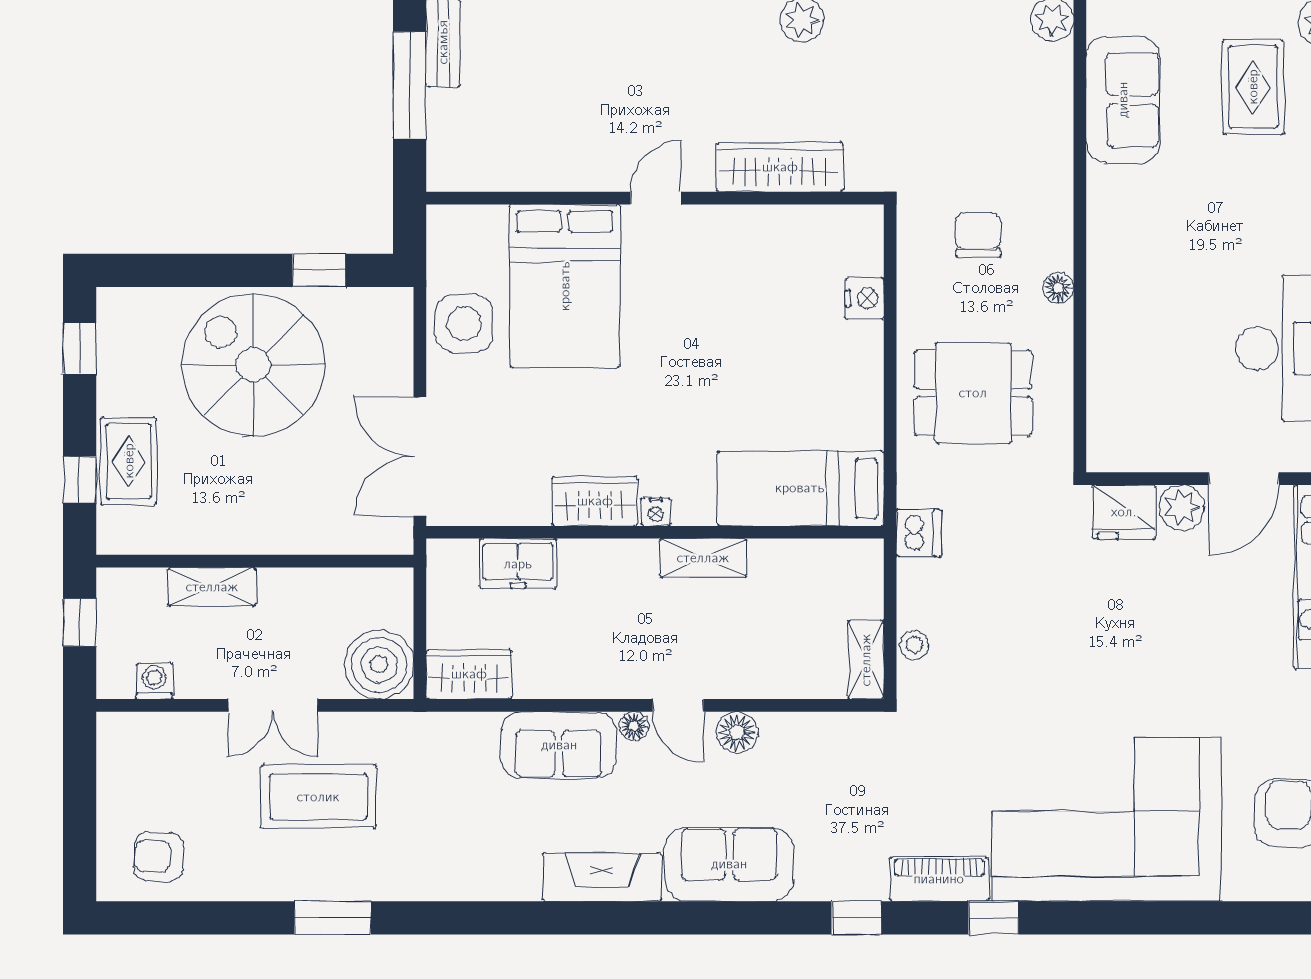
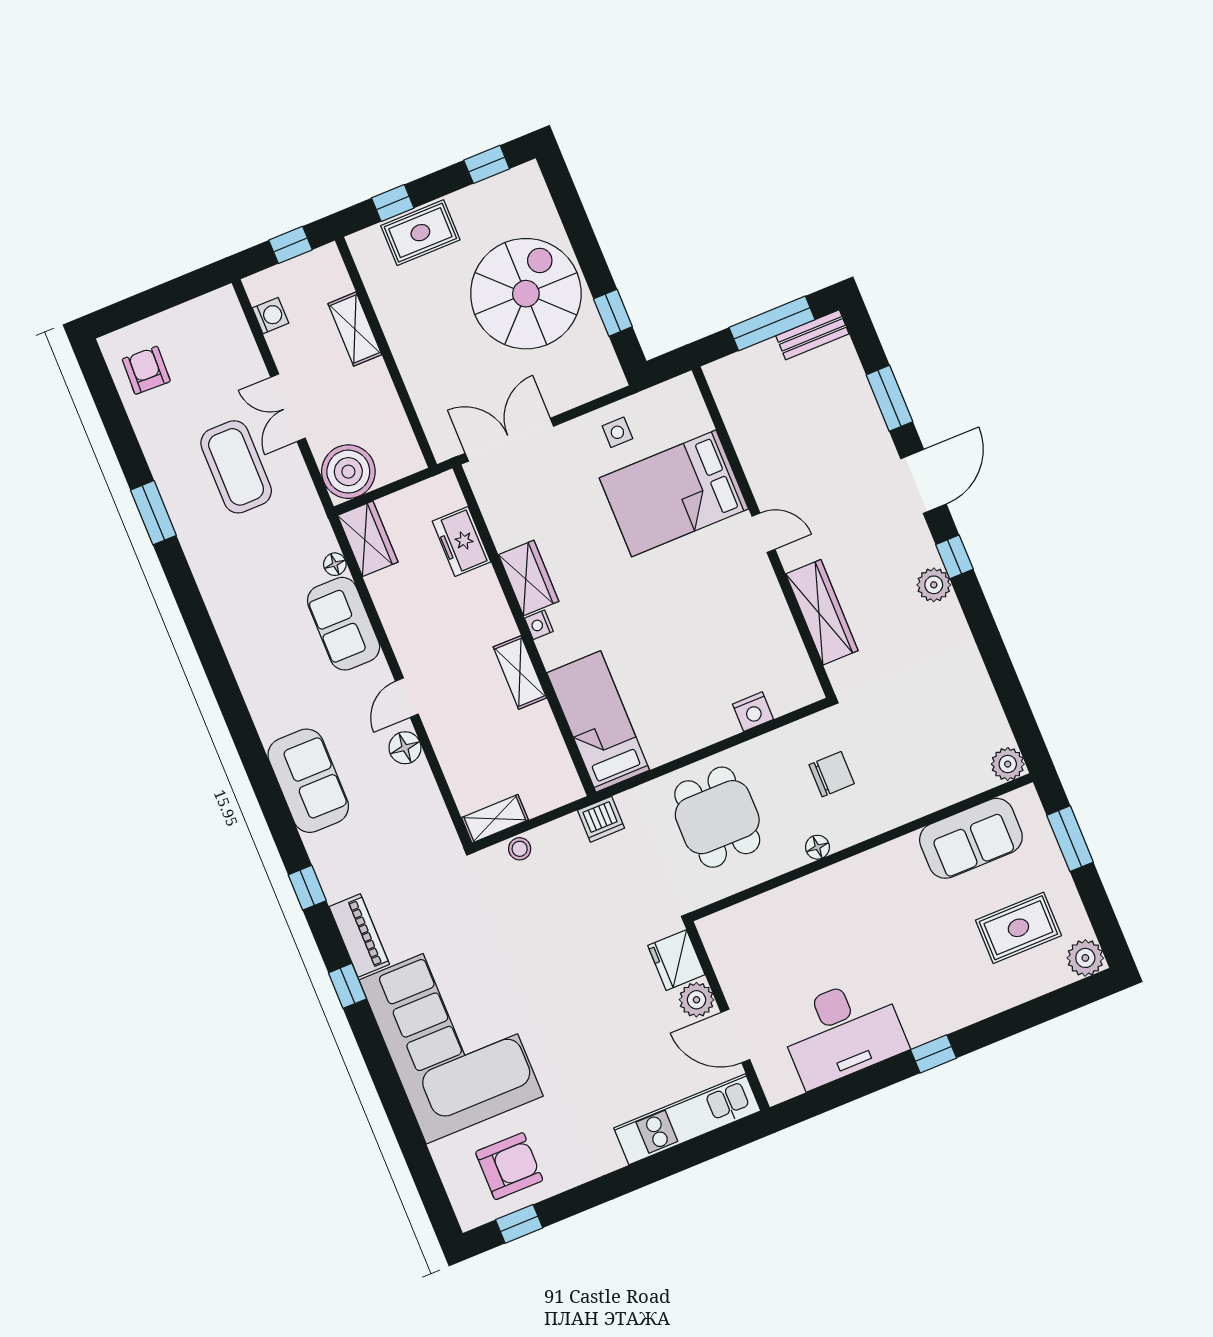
side table: (464, 324) -> (617, 432), width x0.54, depth x0.54
floor lamp: (634, 726) -> (335, 564), moved
fireplace: (602, 877) -> (262, 694), removed

